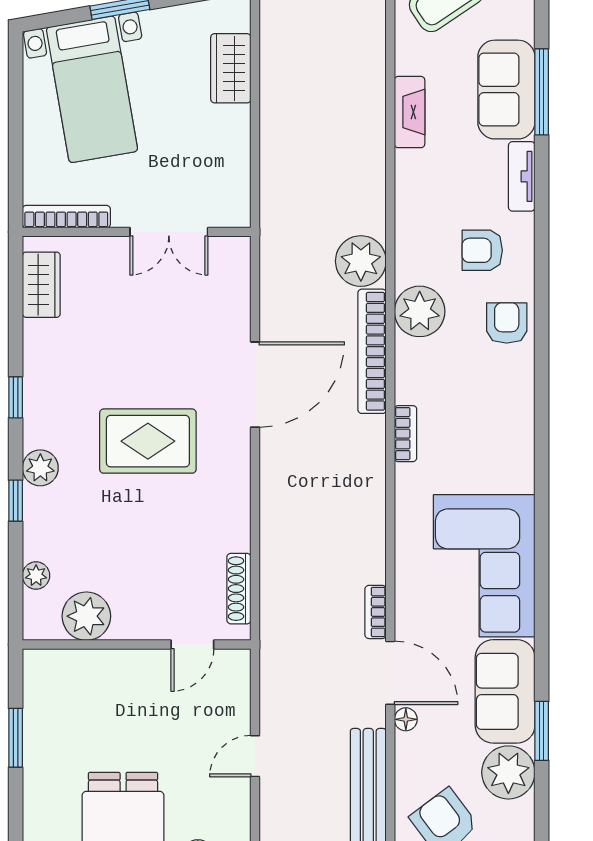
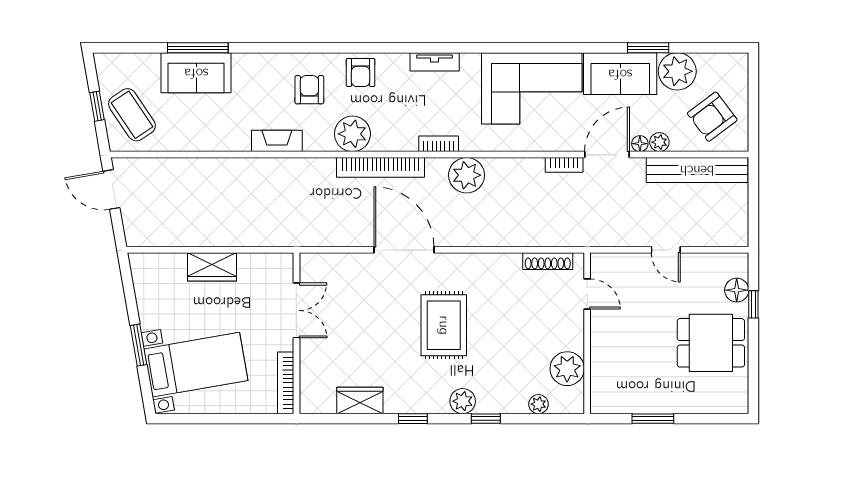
wardrobe: (231, 68) -> (212, 267), moved
fireplace: (410, 112) -> (277, 141), moved
tv unit: (522, 176) -> (435, 62), moved
armchair: (482, 250) -> (309, 90), turned 180
plant: (361, 261) -> (467, 175), moved
wardrobe: (41, 285) -> (360, 400), moved
armchair: (507, 323) -> (361, 72), turned -90
plant: (408, 747) -> (659, 142), added

